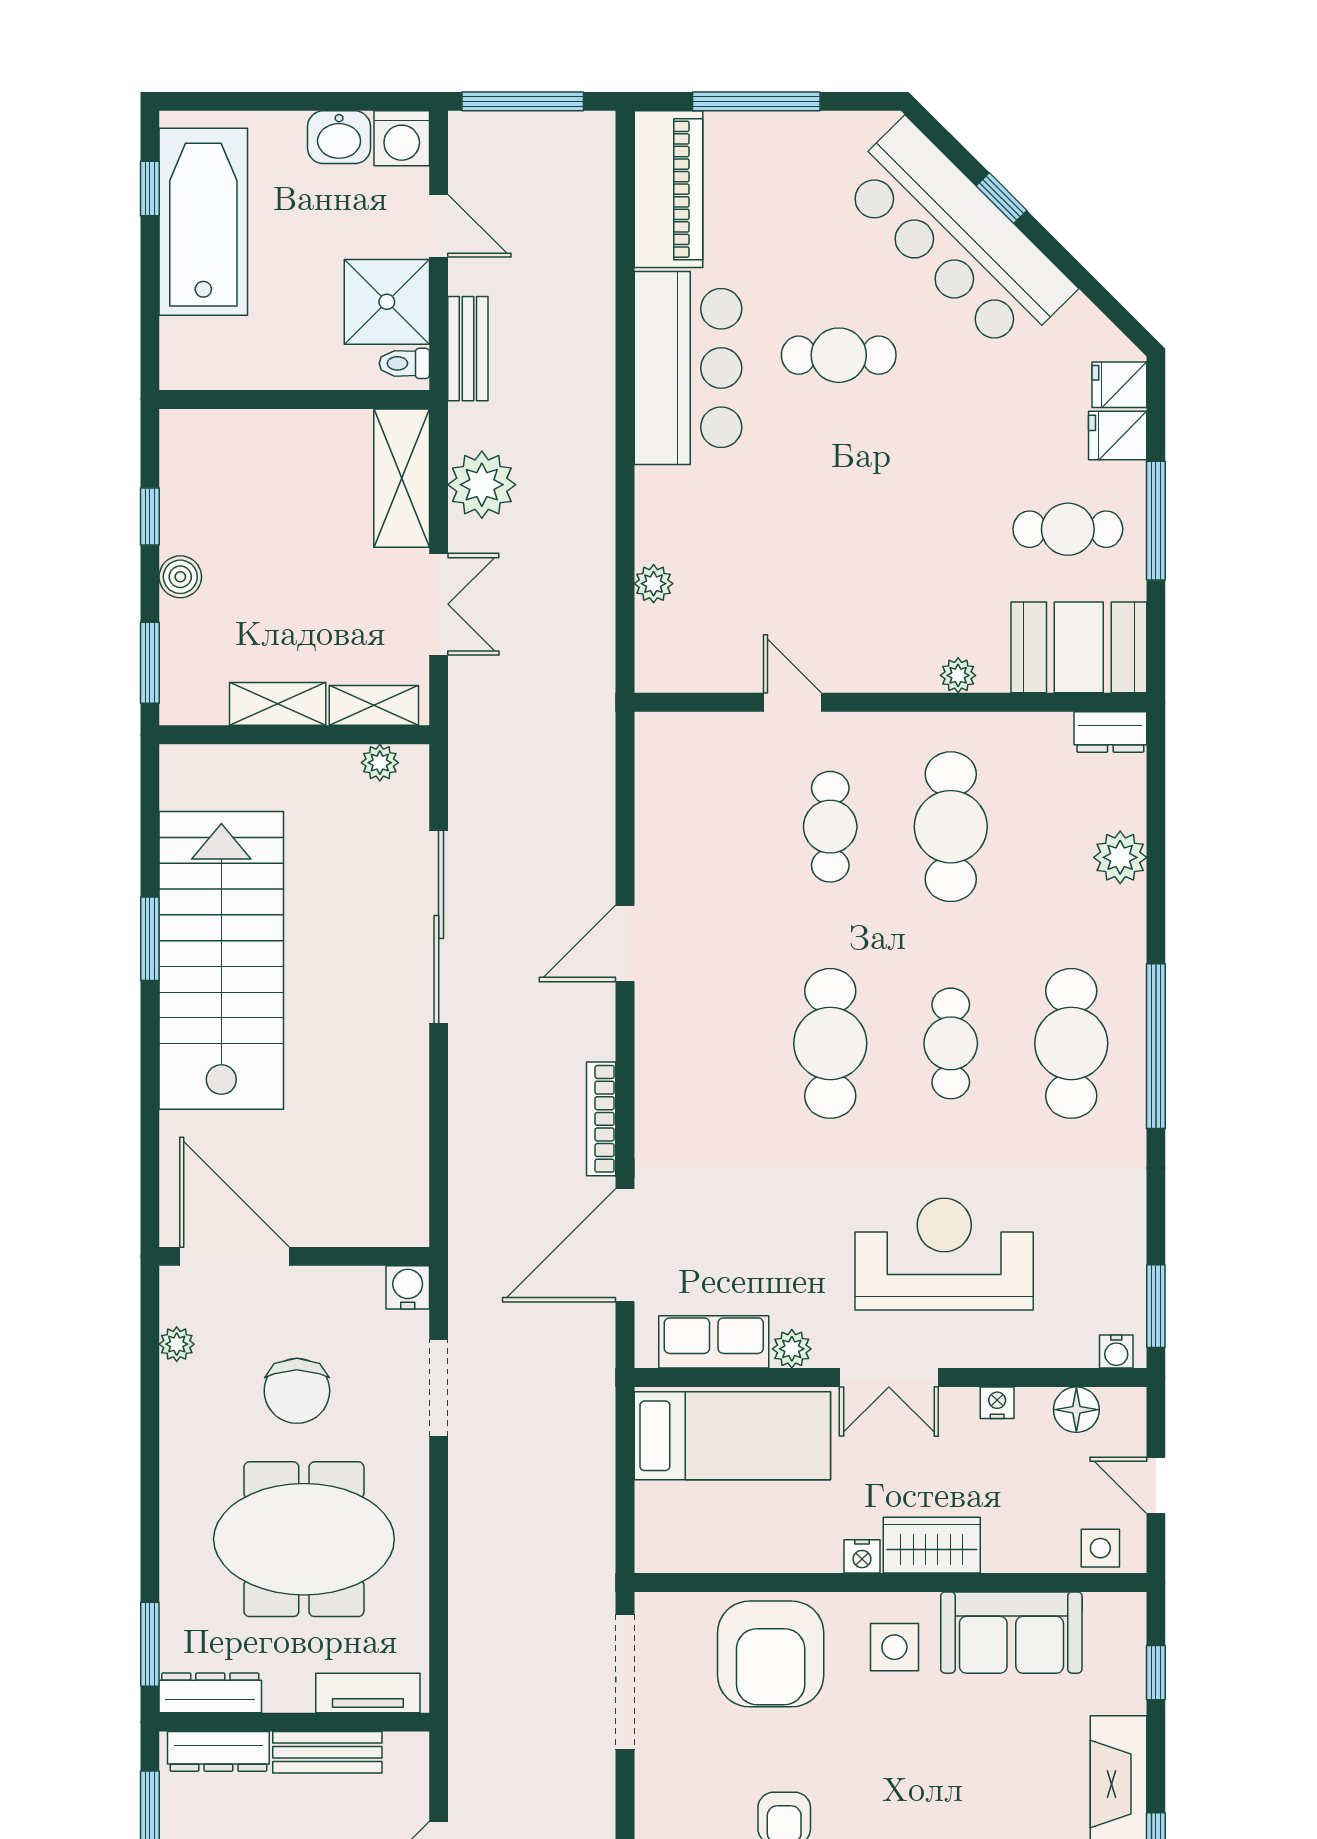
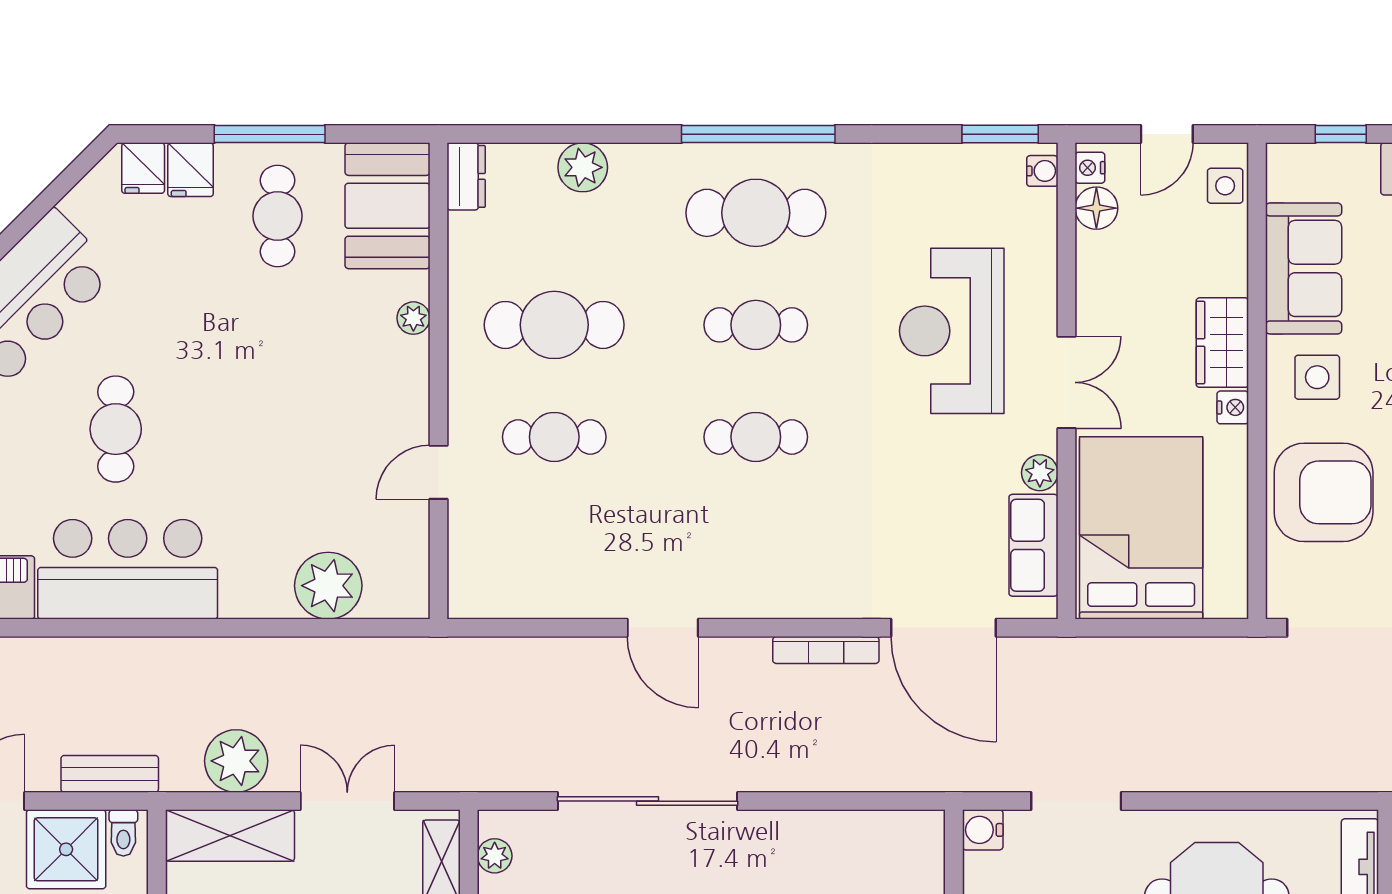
plant: (654, 584) -> (328, 586), width x1.88, depth x1.88
cafe table: (830, 1043) -> (756, 437), width x0.73, depth x0.74
nightstand: (997, 1403) -> (1090, 168), moved
bed: (732, 1436) -> (1141, 528), width x1.50

